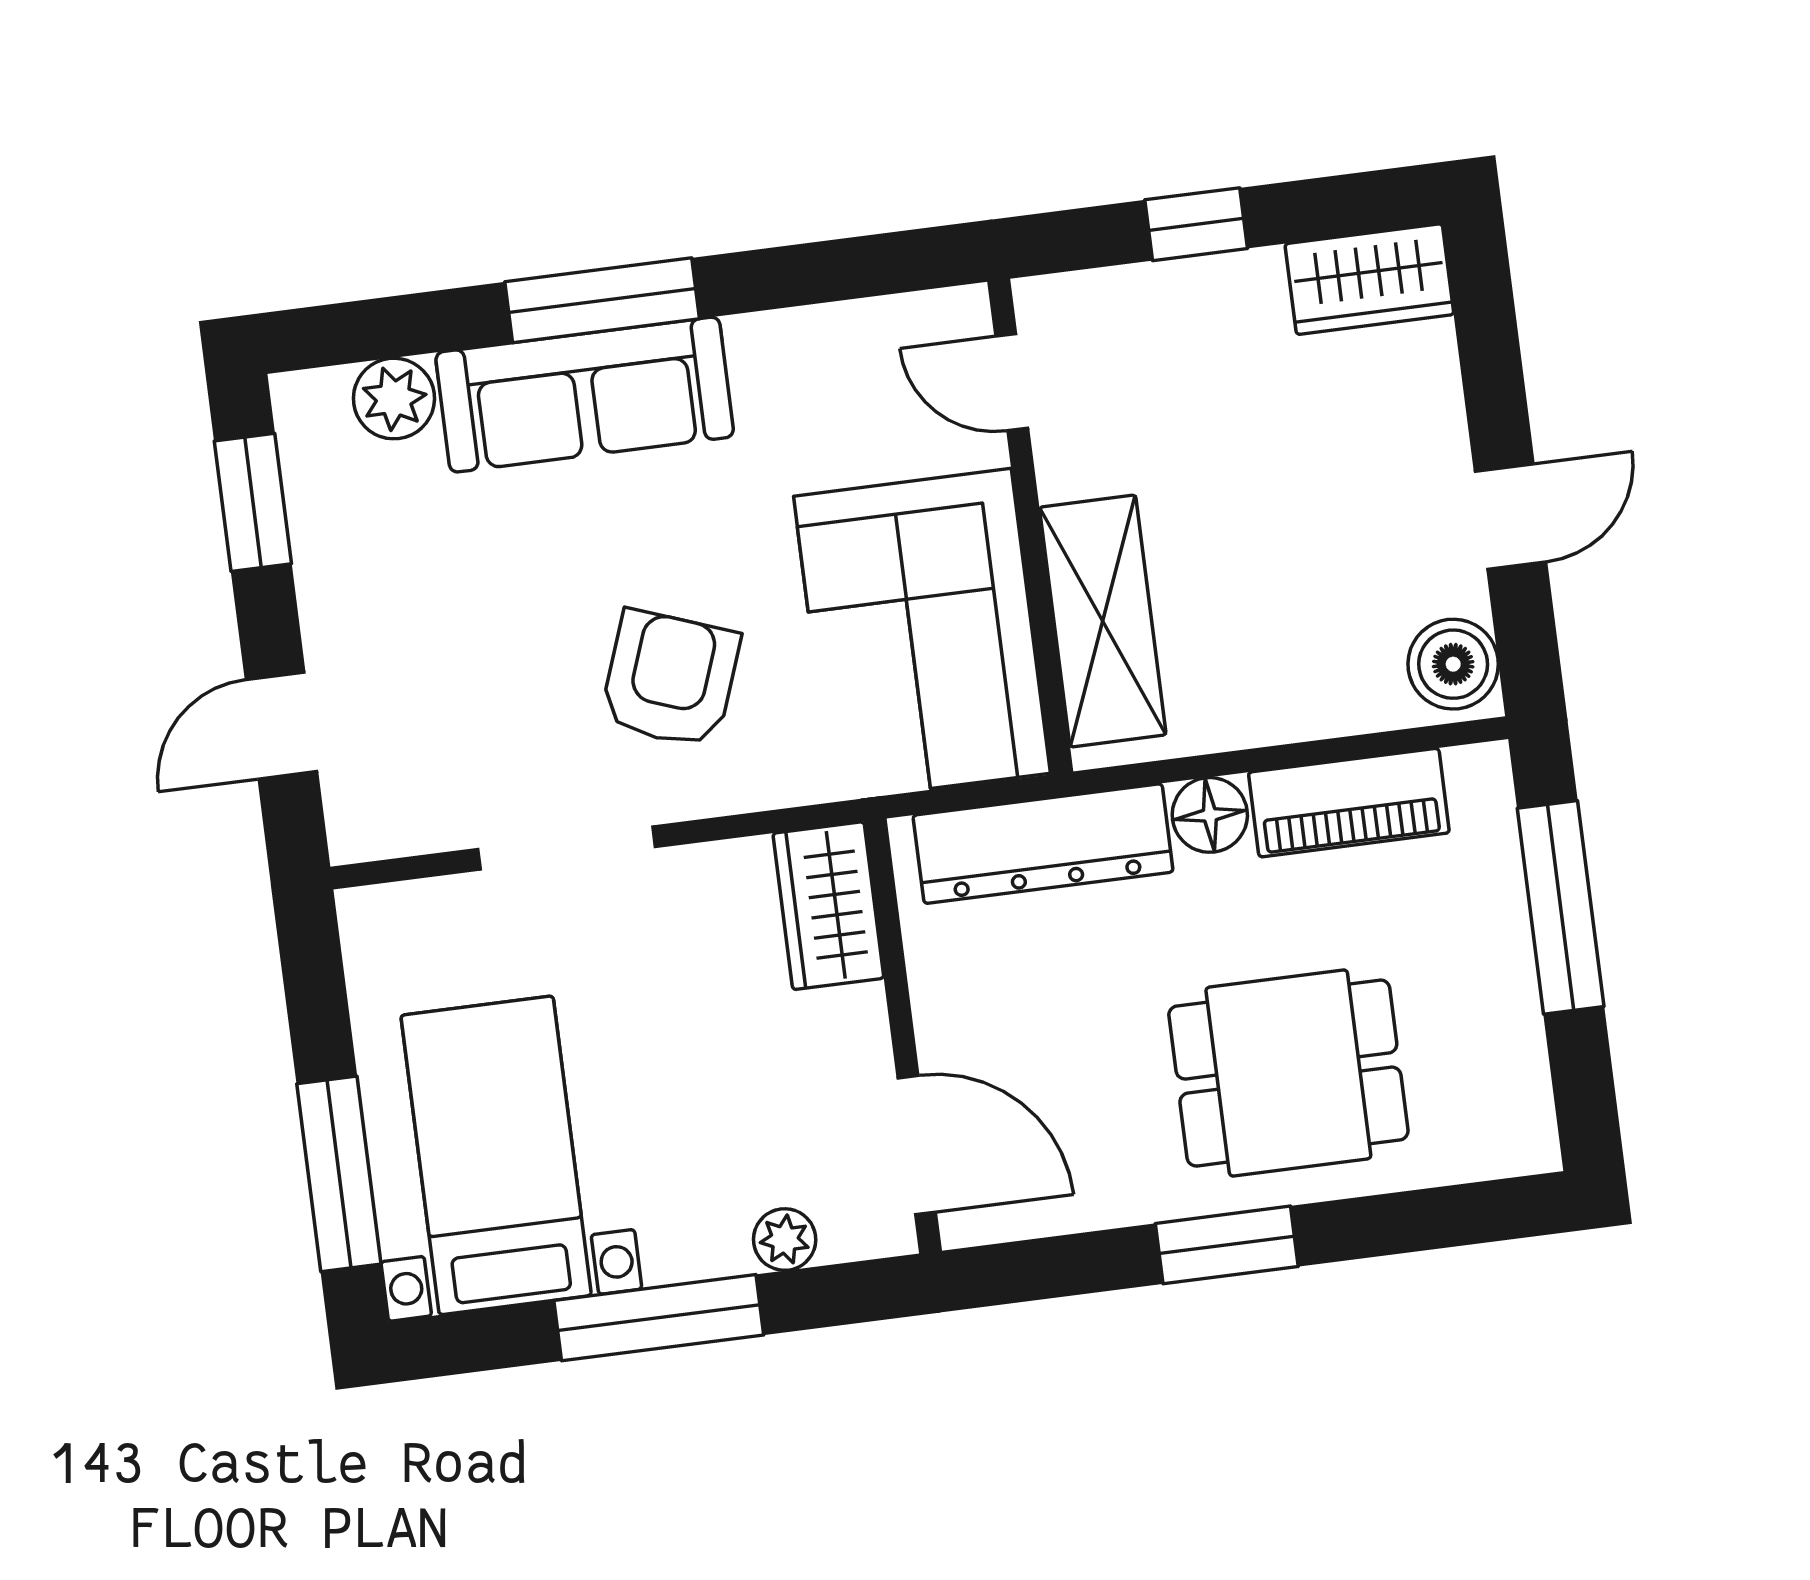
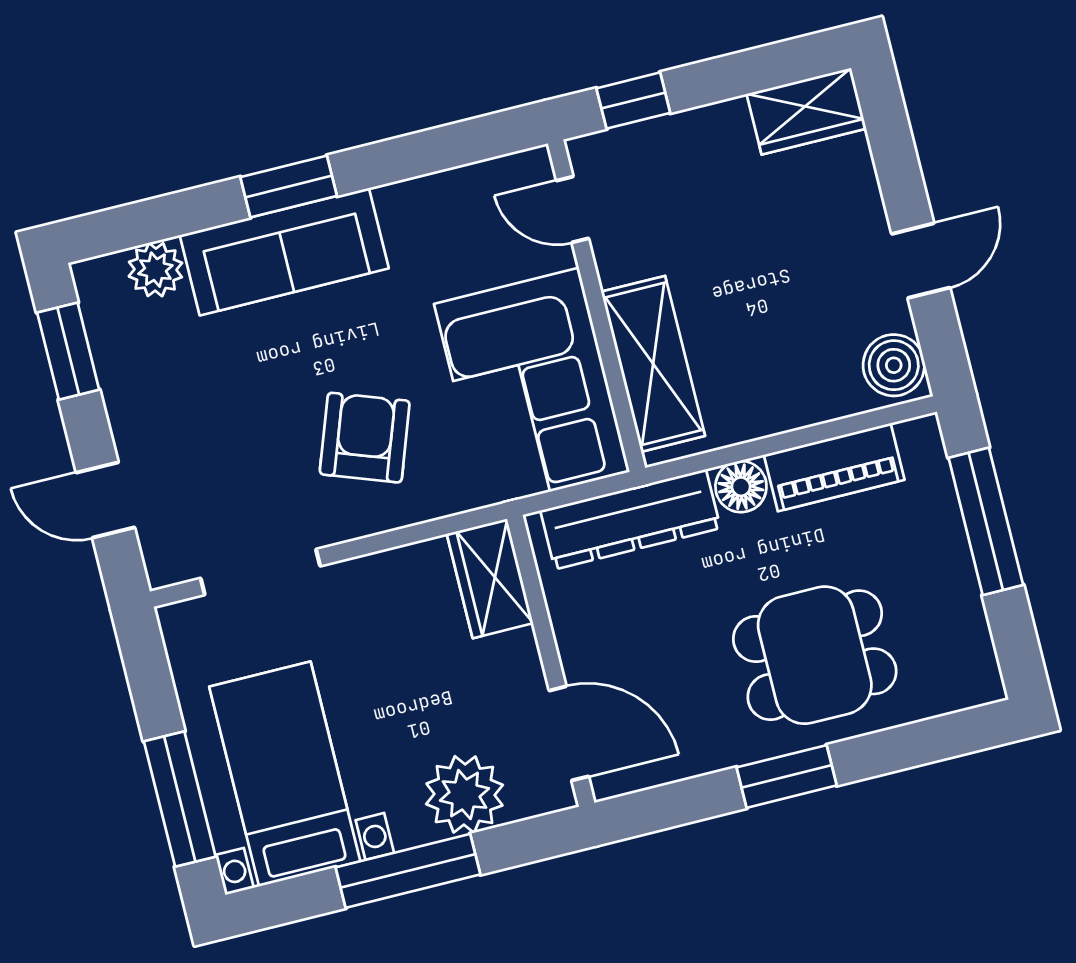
window: (1196, 224) -> (633, 101), moved
window: (602, 300) -> (289, 187), width x0.69
door: (281, 726) -> (105, 500), hinge flipped
doorway: (567, 848) -> (260, 572), moved
plant: (785, 1240) -> (464, 794), width x1.87, depth x1.87

